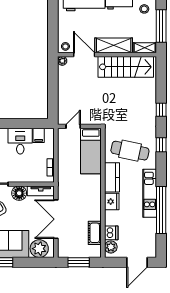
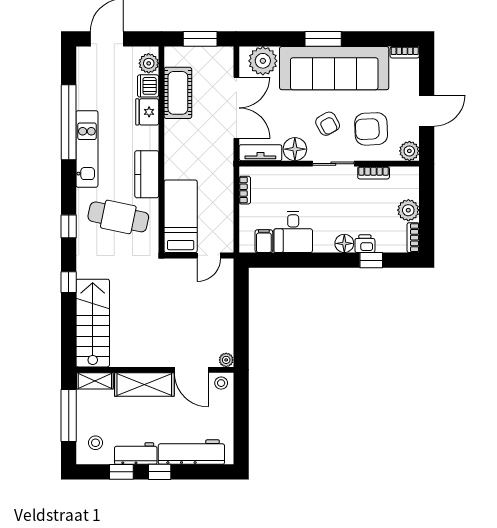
stairs: (126, 67) -> (93, 323), moved, turned 90
fridge: (112, 201) -> (147, 112), moved
cot: (95, 233) -> (178, 93), width x1.37, depth x1.34

